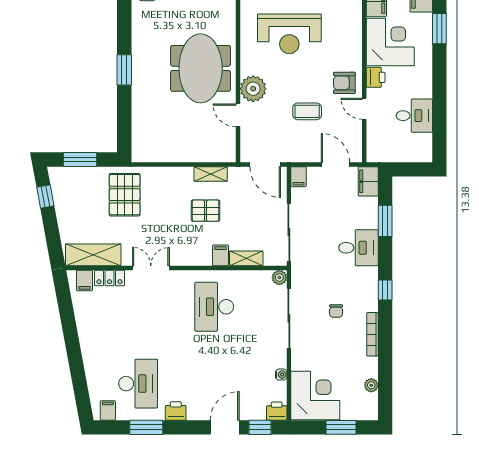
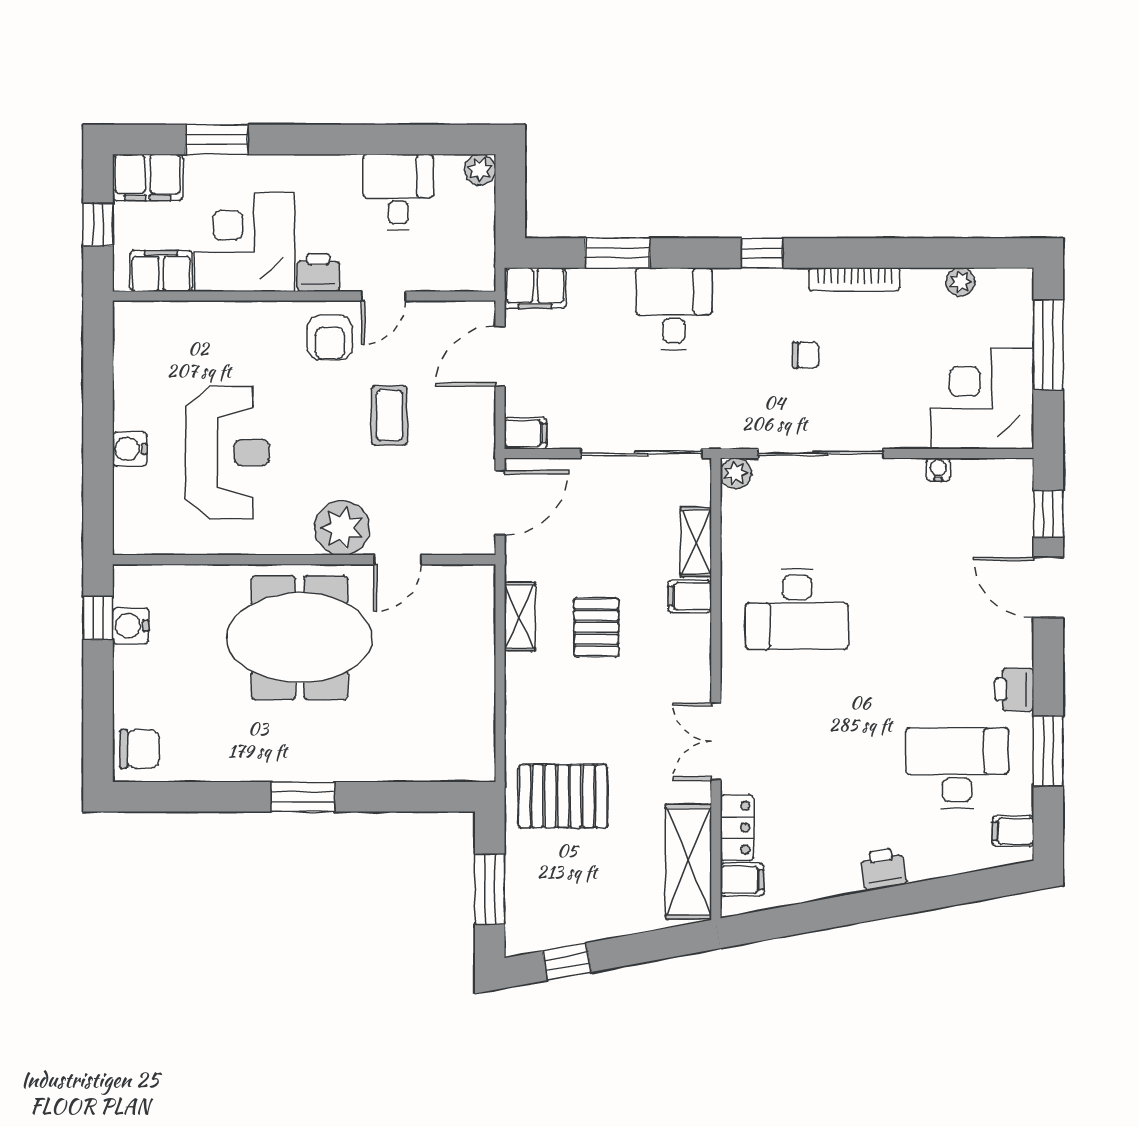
plant: (425, 155) -> (480, 170), added
printer: (277, 411) -> (883, 869), moved, turned 80
window: (341, 427) -> (1048, 345), width x1.44

